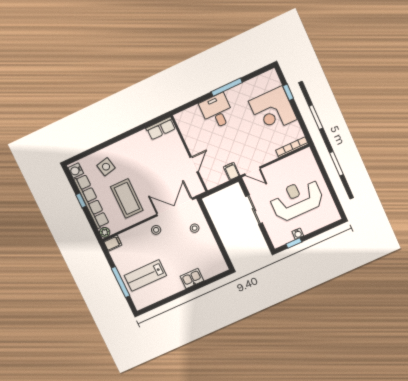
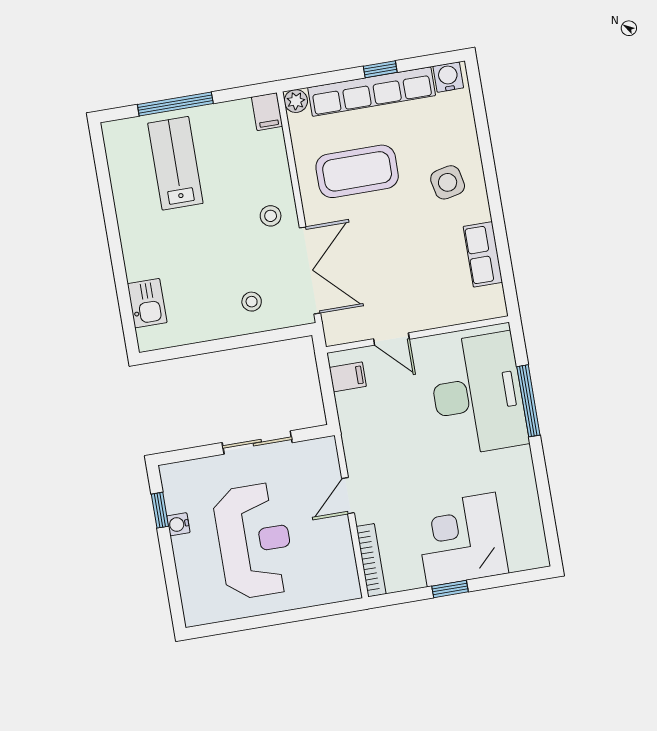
window: (227, 87) -> (528, 401), moved
window: (288, 92) -> (450, 589), moved
desk: (217, 111) -> (478, 394), width x1.87, depth x1.30
row of seats: (161, 128) -> (483, 254), moved
side table: (106, 167) -> (448, 182), moved
filing cabinet: (232, 171) -> (348, 377), moved
door: (253, 171) -> (348, 496), moved
kitchen sink: (192, 279) -> (147, 303), moved

